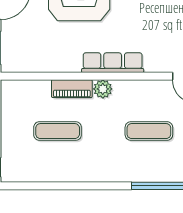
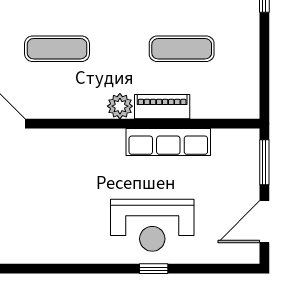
row of seats: (113, 63) -> (168, 142), moved

